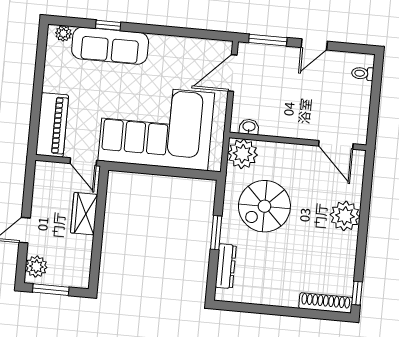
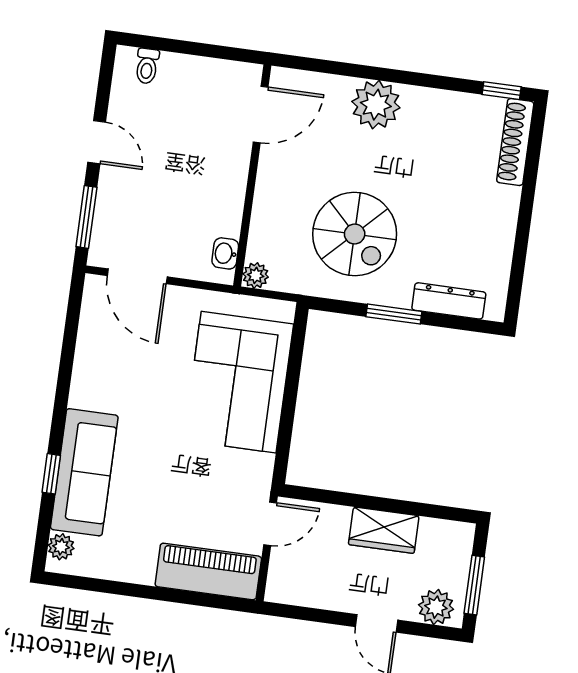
corner sofa: (156, 127) -> (239, 382), width x0.73, depth x0.74
plant: (243, 154) -> (256, 275), width x0.53, depth x0.53
wardrobe: (84, 214) -> (384, 530), moved

